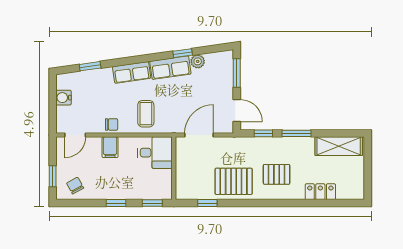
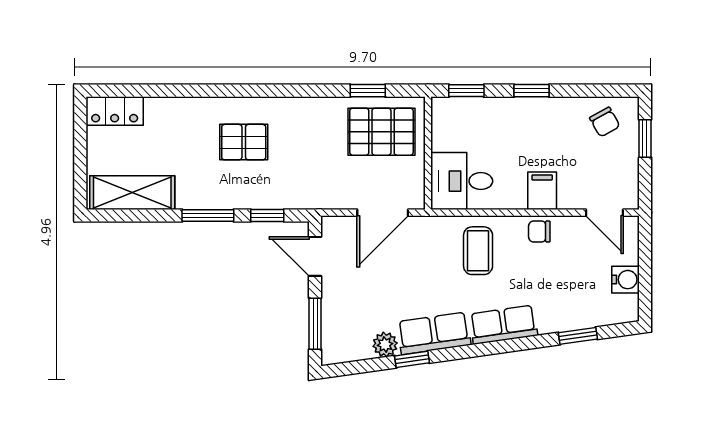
door: (75, 135) -> (605, 213), swing flipped
pallet: (234, 181) -> (381, 132), moved
locker: (320, 192) -> (115, 111), moved

